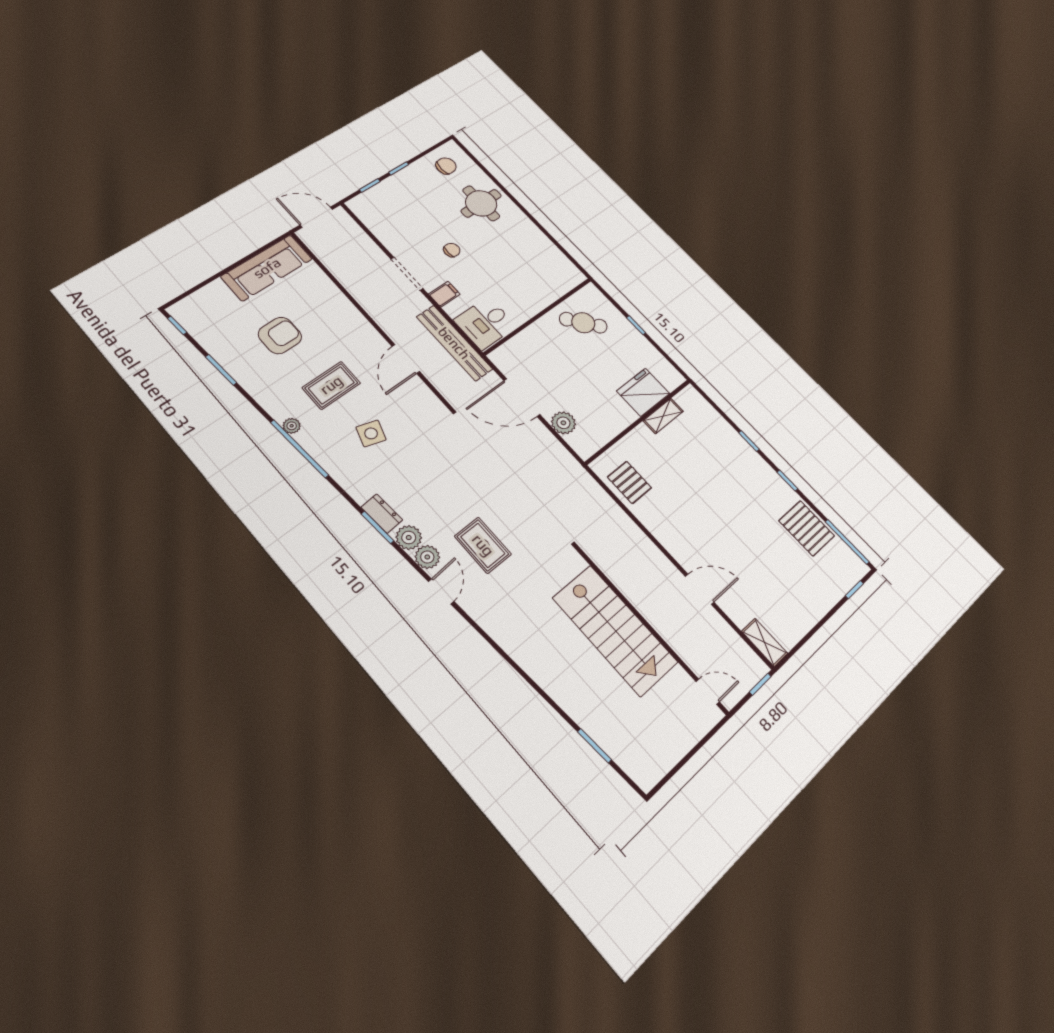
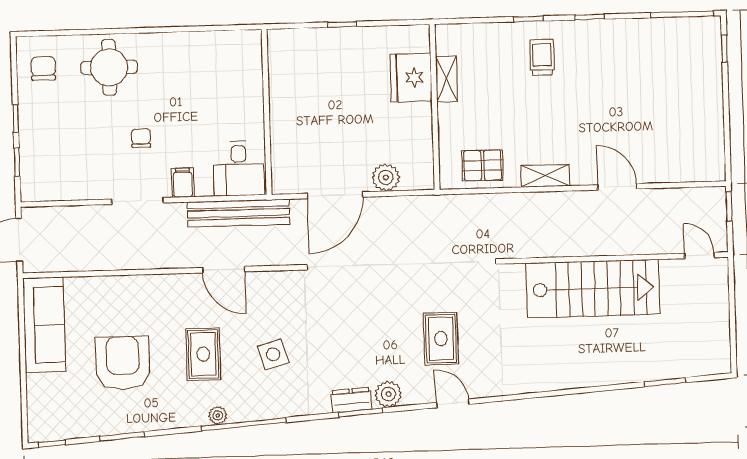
cafe table: (583, 323) -> (303, 74), removed
armchair: (280, 335) -> (123, 363), width x1.36, depth x1.36
side table: (371, 433) -> (273, 354), turned -34
trolley: (734, 469) -> (542, 57), added
pallet: (807, 528) -> (643, 41), removed
rug: (483, 545) -> (441, 339), turned 90
plant: (427, 557) -> (416, 392), removed
door: (700, 589) -> (617, 187), hinge flipped
shelving: (765, 642) -> (545, 176), moved
door: (708, 692) -> (699, 255), hinge flipped

